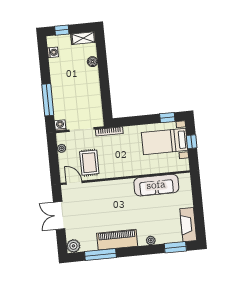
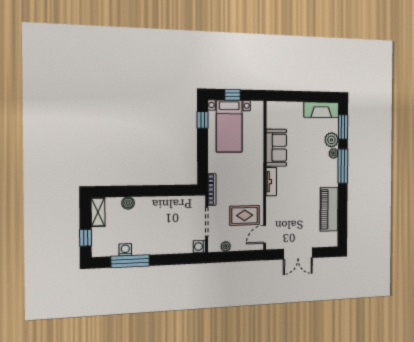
washing machine: (53, 52) -> (125, 250), moved
window: (48, 100) -> (130, 261), moved
tv unit: (121, 184) -> (271, 182), added
sofa: (156, 185) -> (276, 148), width x0.73
piano: (117, 240) -> (329, 209), moved
plant: (73, 246) -> (331, 140), moved
window: (100, 255) -> (343, 166), moved

